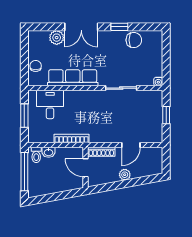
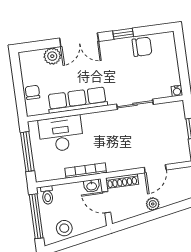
desk: (50, 104) -> (61, 134), width x1.37
window: (24, 116) -> (27, 152), width x1.44
washbasin: (49, 152) -> (92, 186), moved
stool: (47, 185) -> (64, 228), added

